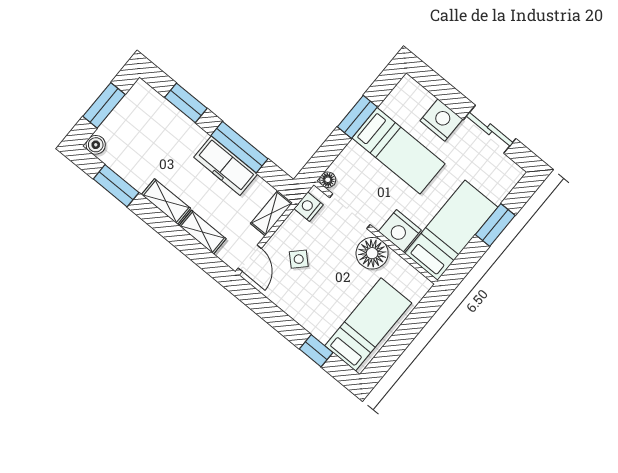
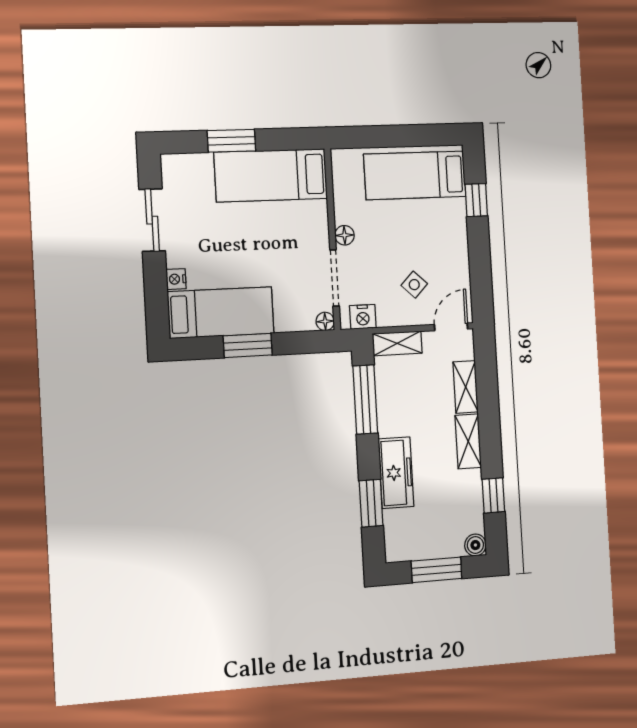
nightstand: (441, 120) -> (176, 279), width x0.53, depth x0.56
window: (239, 147) -> (365, 399), moved
bed: (398, 151) -> (221, 313), moved, turned 90
freezer: (226, 166) -> (396, 473), moved
window: (116, 186) -> (493, 495), width x0.67
nightstand: (400, 231) -> (312, 220), removed
floor lamp: (372, 253) -> (345, 235), width x0.53, depth x0.53

